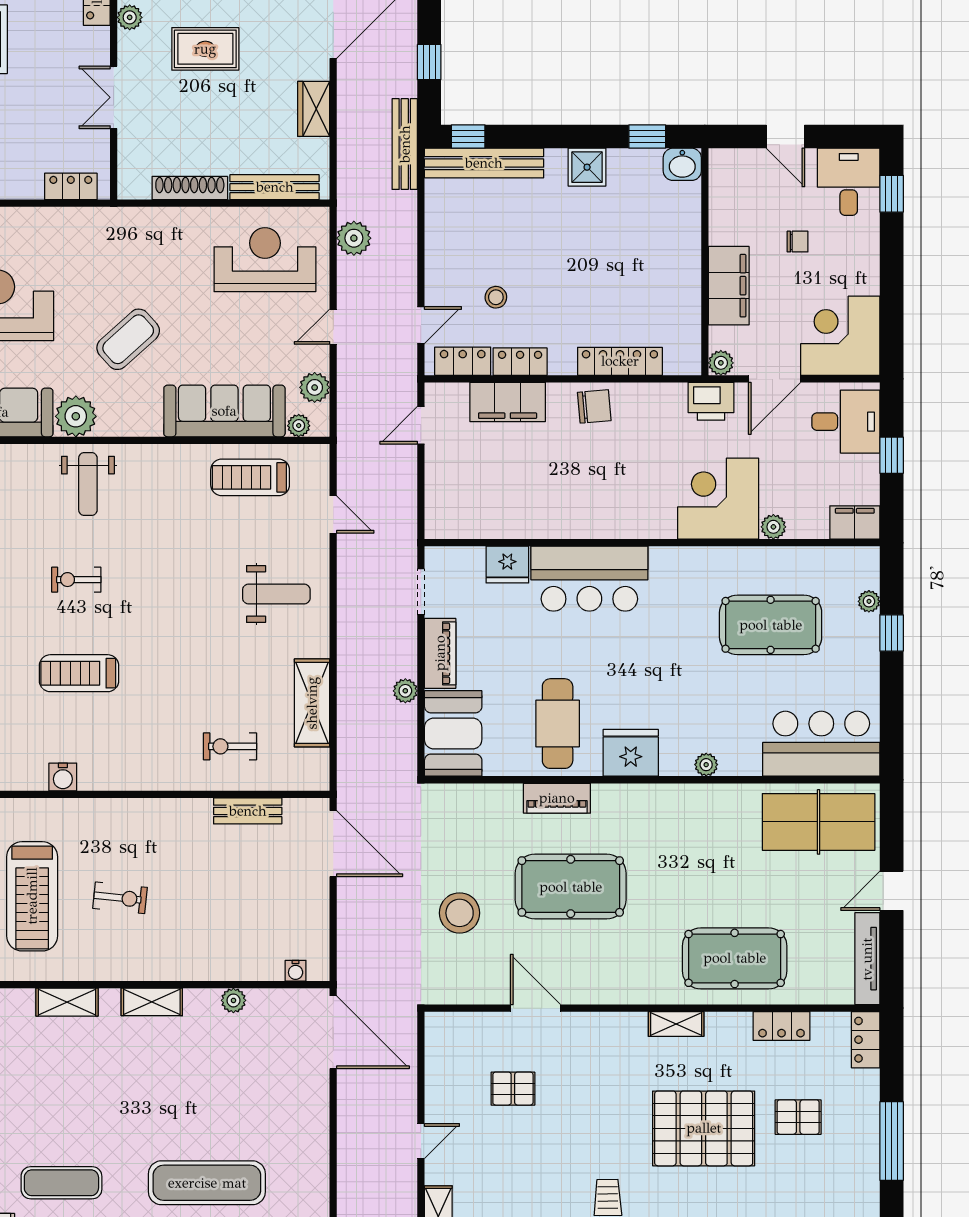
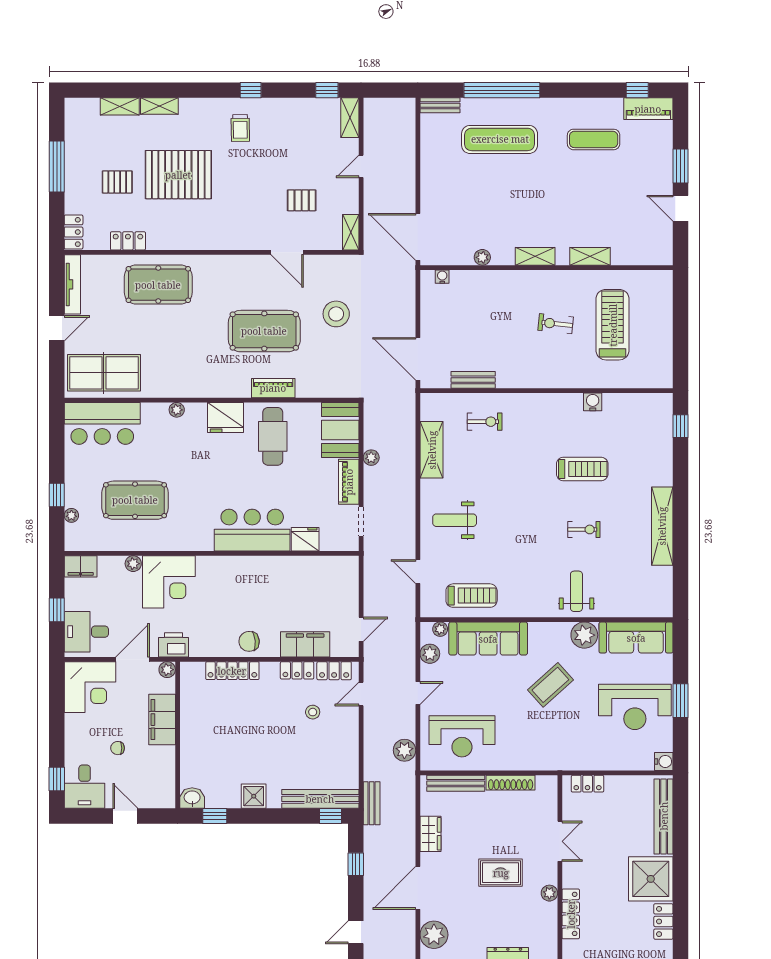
bench: (405, 144) -> (372, 803), width x0.73
shelving: (676, 1024) -> (351, 232), moved, turned 90

